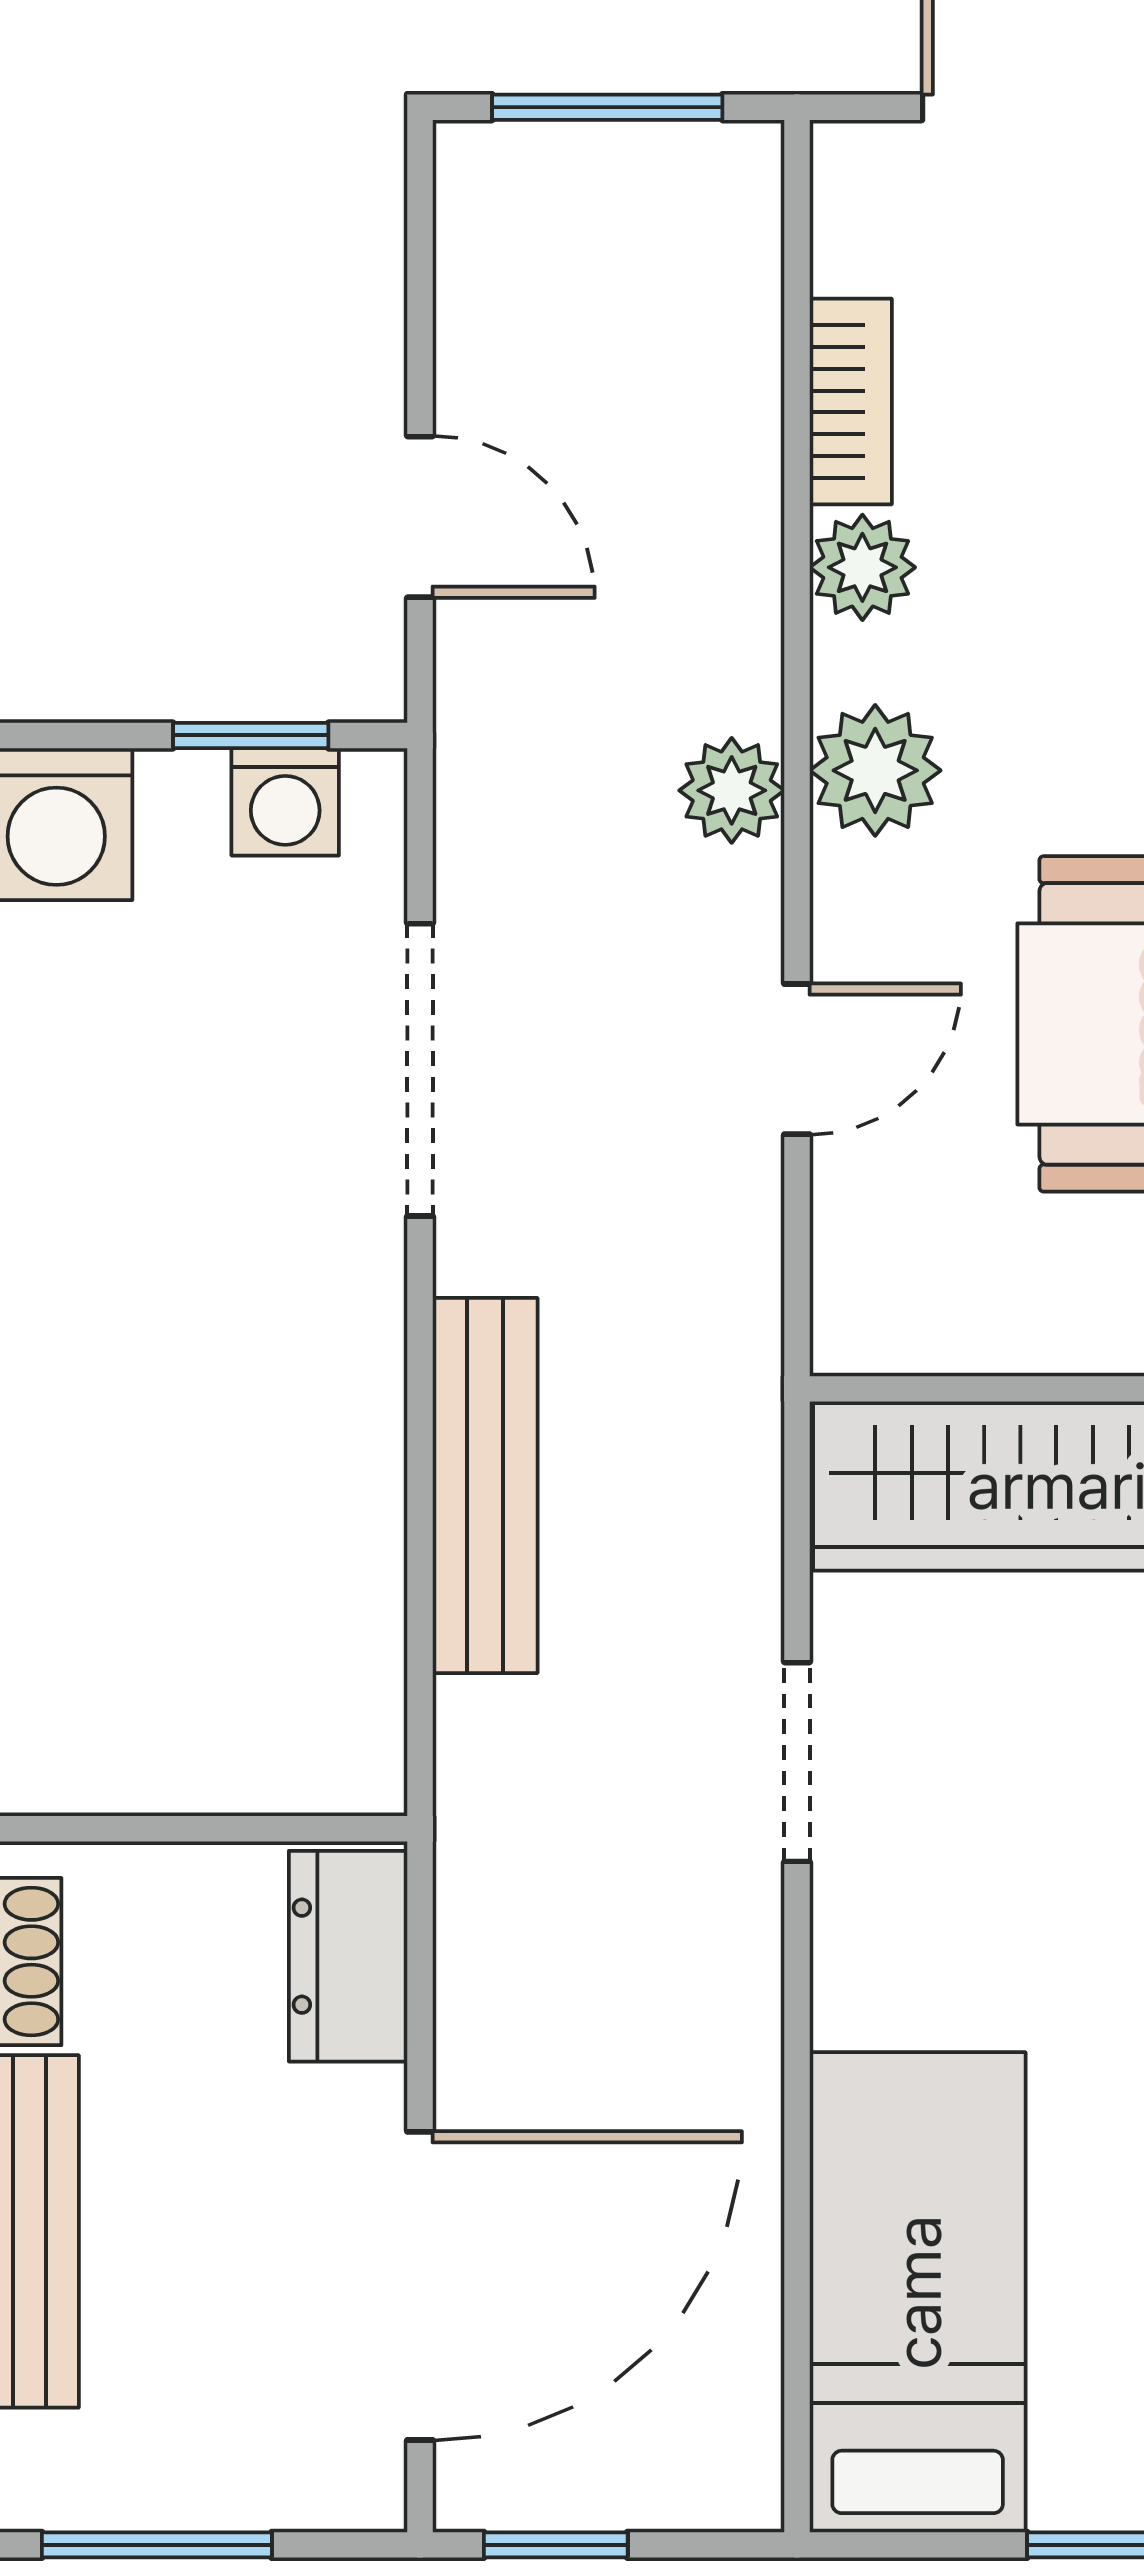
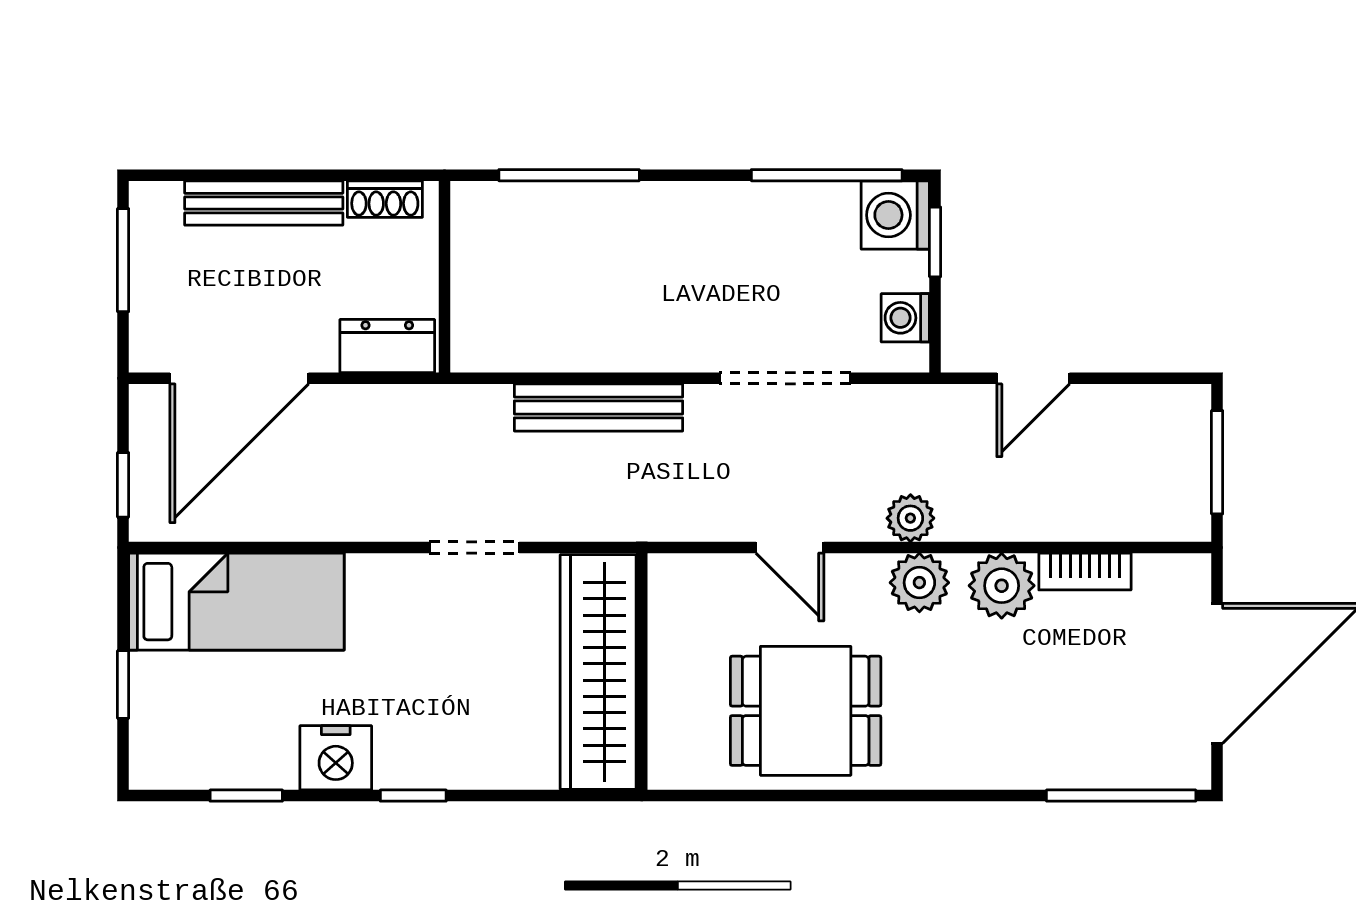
plant: (862, 567) -> (1002, 586), width x1.38, depth x1.38
window: (251, 735) -> (935, 242), moved
door: (420, 2286) -> (239, 378), hinge flipped
window: (556, 2545) -> (123, 485), moved

